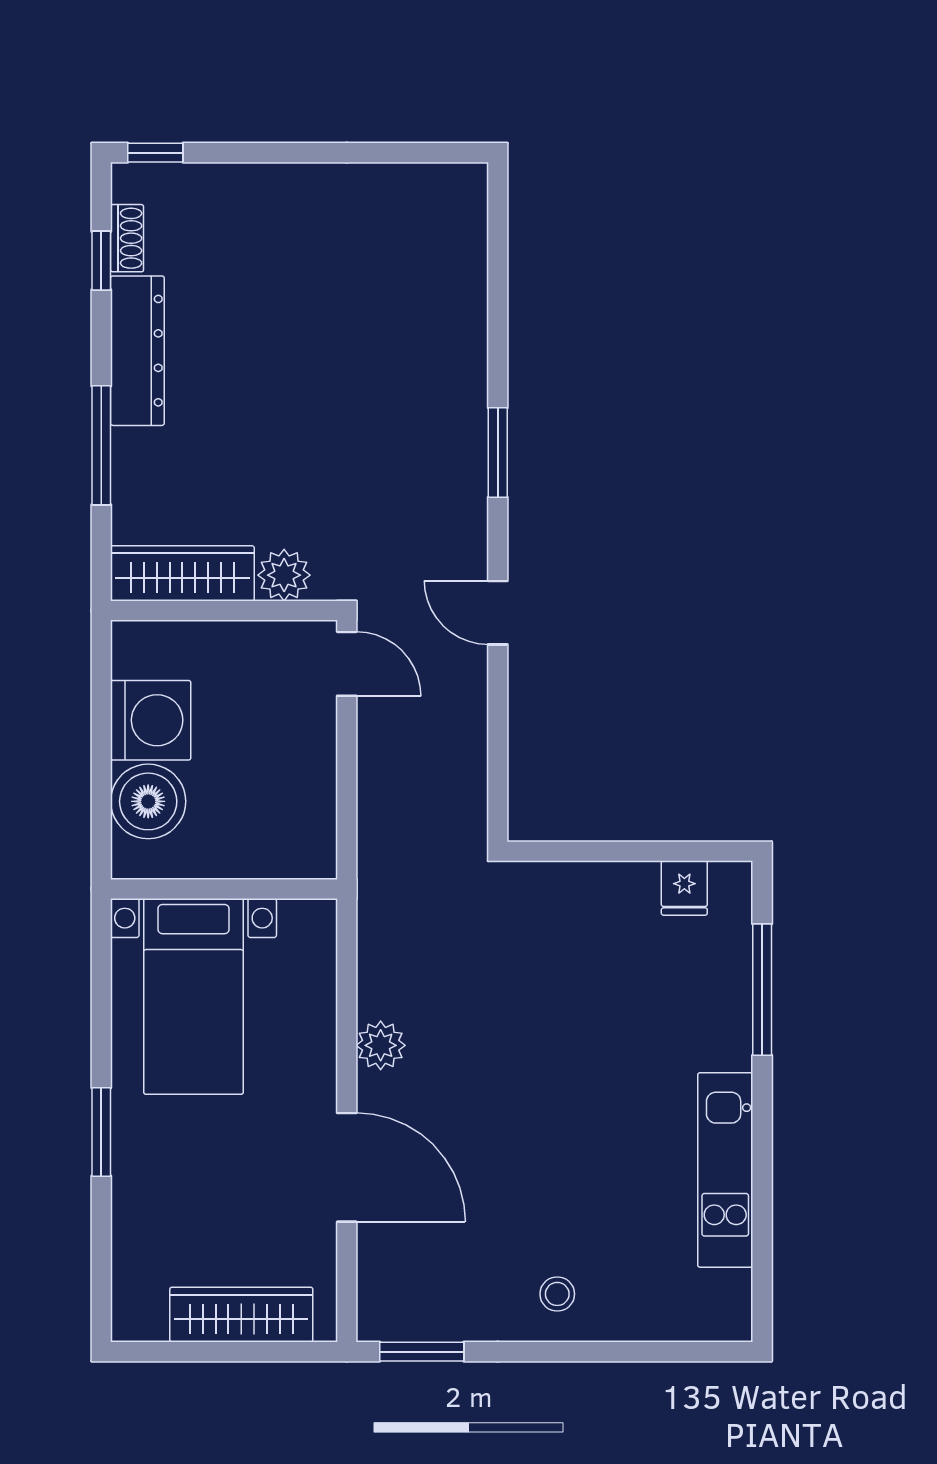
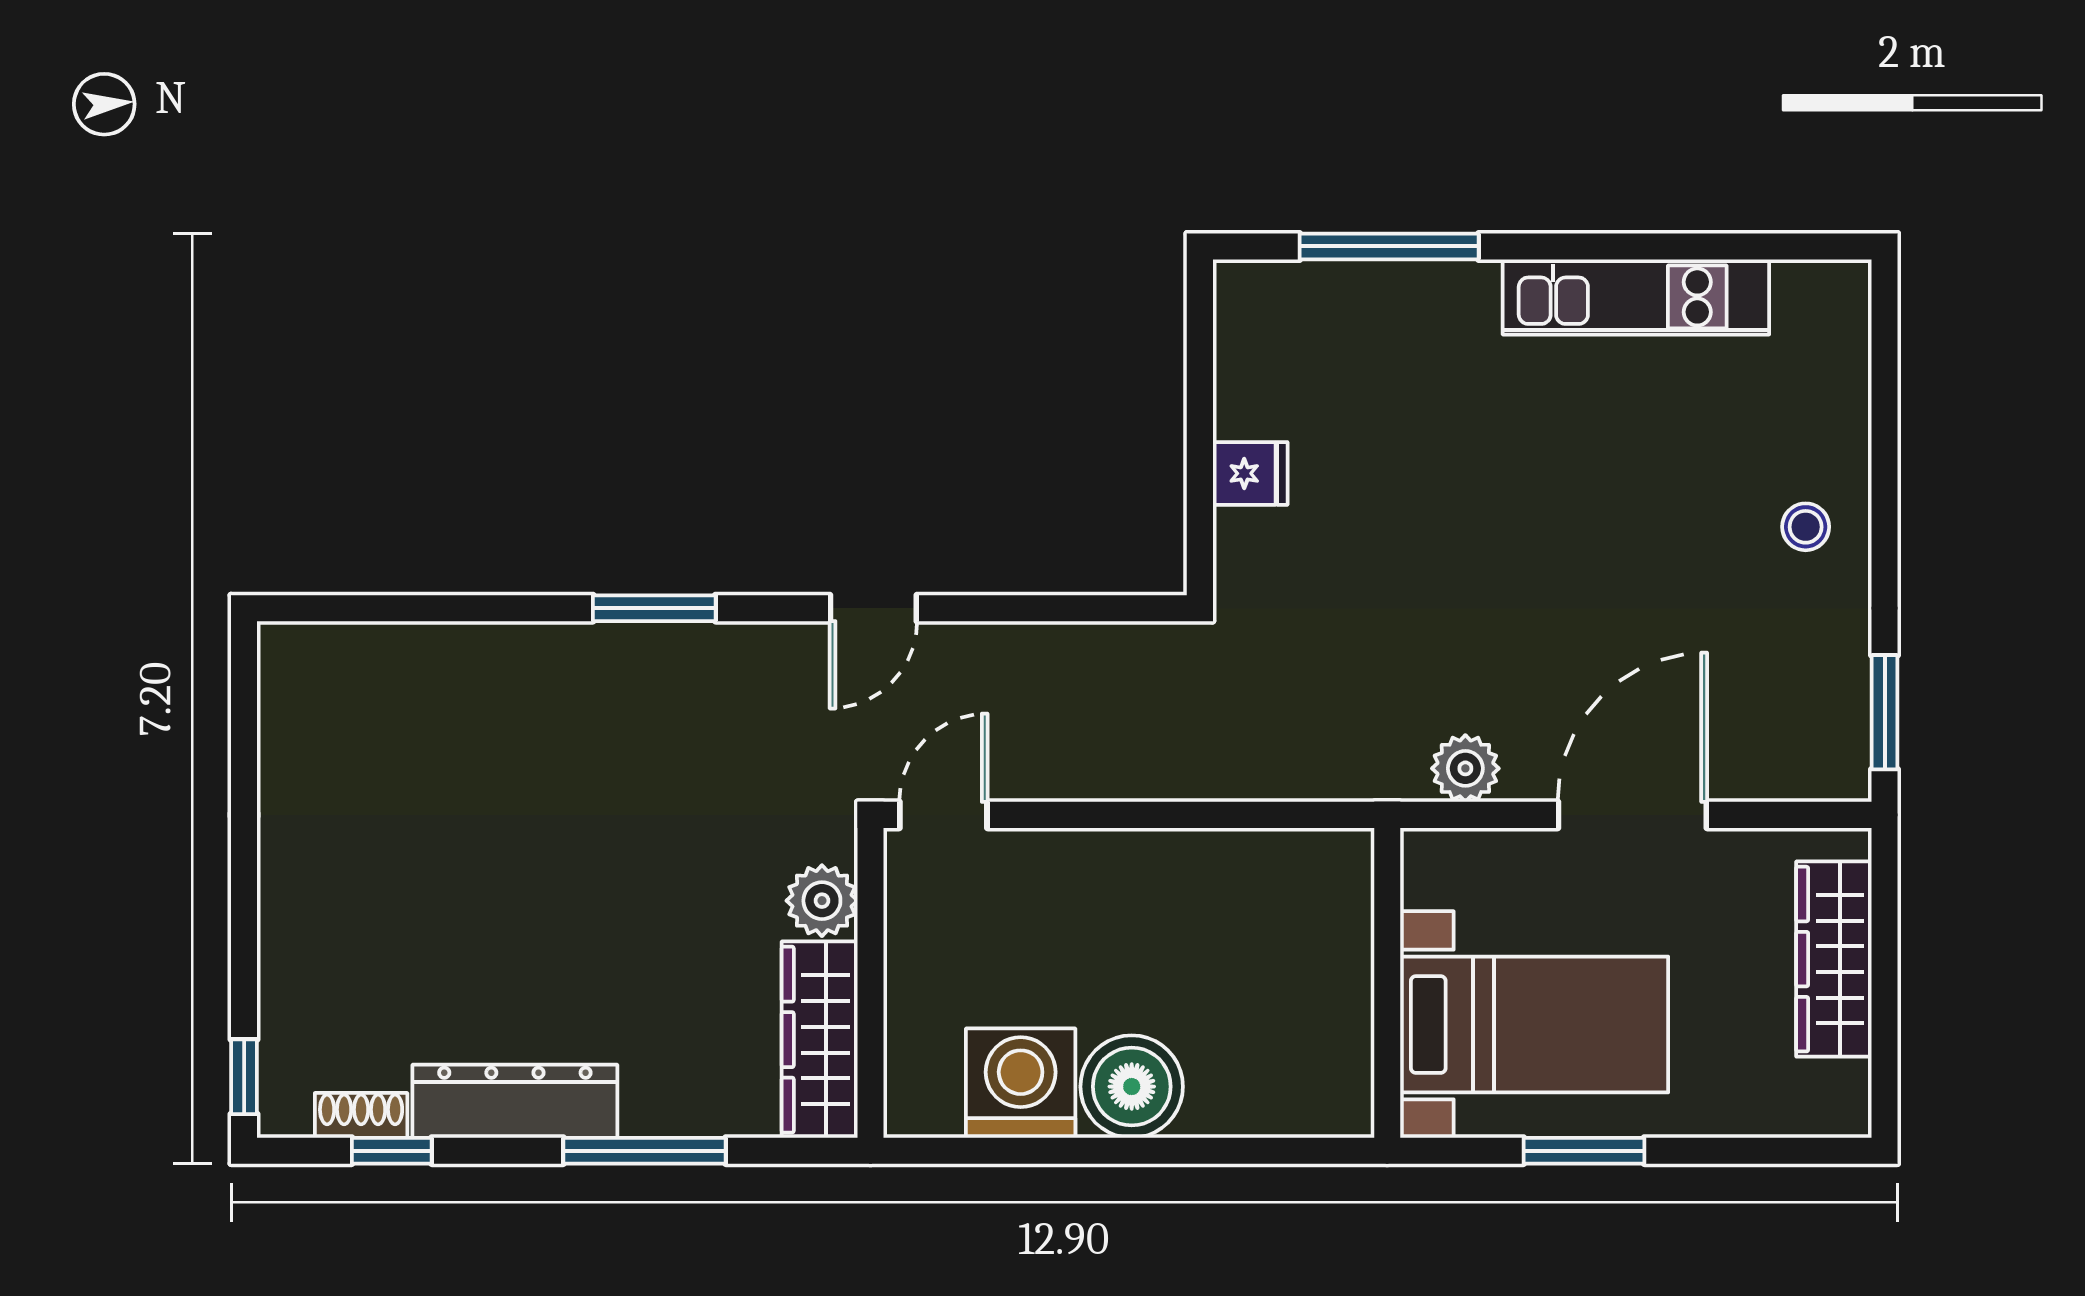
fridge: (684, 888) -> (1250, 473), moved
wall: (224, 889) -> (1387, 983), moved
bed with nightstands: (193, 996) -> (1534, 1025), moved

